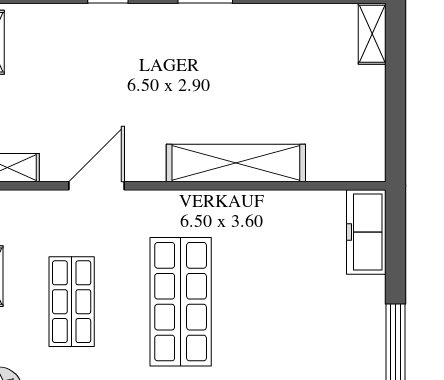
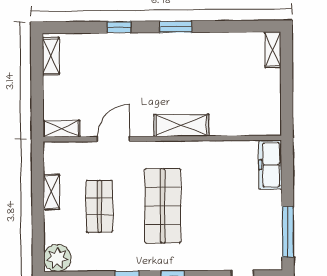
shelving: (236, 163) -> (181, 125), width x0.68

